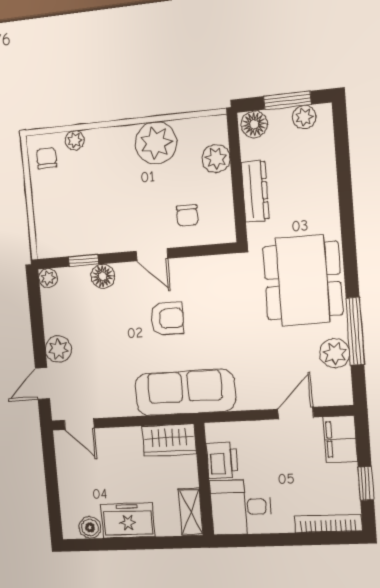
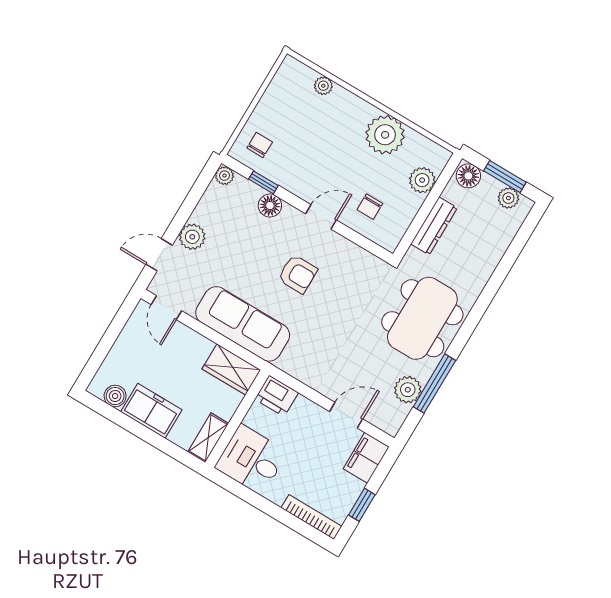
chair: (47, 158) -> (260, 145), moved
door: (152, 255) -> (321, 217), swing flipped
sofa: (185, 392) -> (243, 324), moved
printer: (222, 460) -> (277, 396), moved, turned 90

